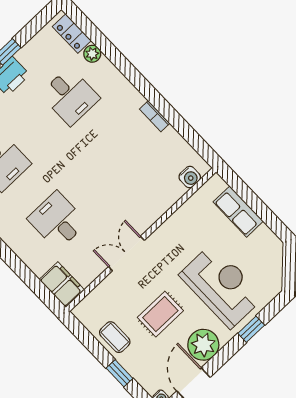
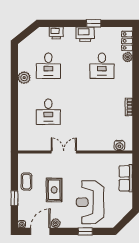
desk: (57, 221) -> (48, 112), turned 180
filing cabinet: (62, 285) -> (25, 140), removed
reception desk: (222, 286) -> (90, 202), turned 180
rug: (160, 314) -> (54, 190), turned 90
plant: (203, 345) -> (56, 223), width x0.53, depth x0.53

